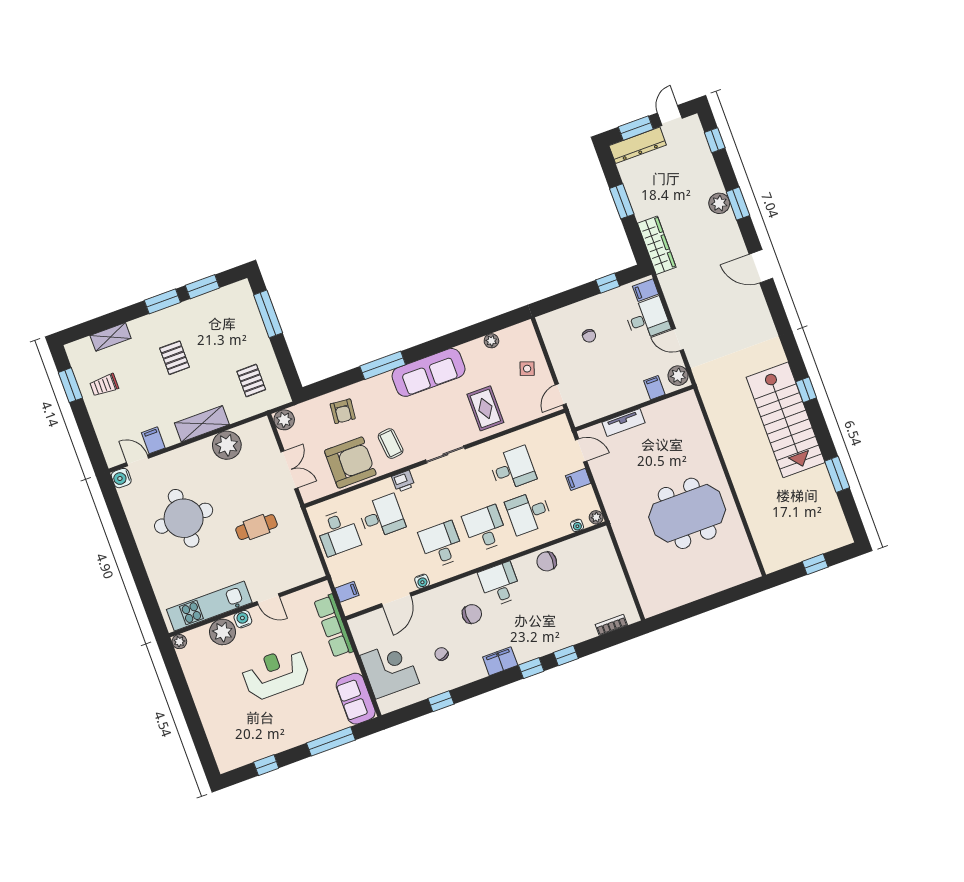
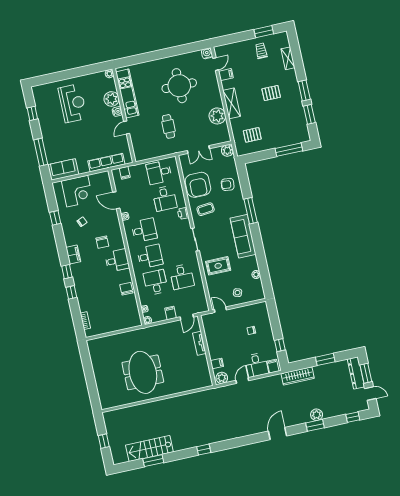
stairs: (786, 420) -> (149, 449), moved, width x0.73, depth x0.66
reception desk: (276, 673) -> (73, 103), moved

